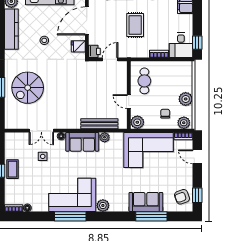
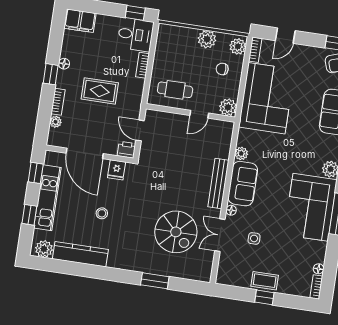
spiral stairs: (28, 88) -> (176, 232), moved
bench: (99, 124) -> (218, 183), moved
double door: (41, 131) -> (220, 235), swing flipped

